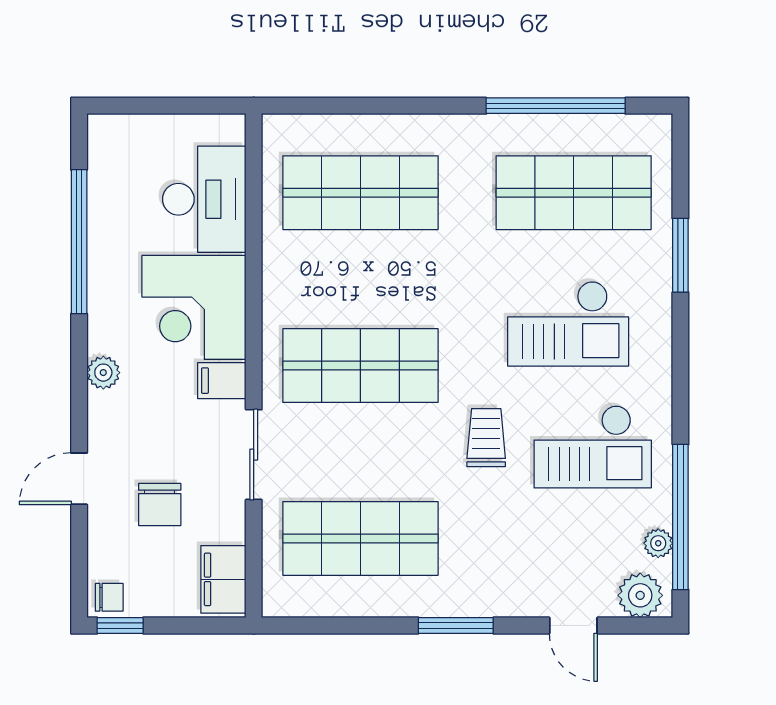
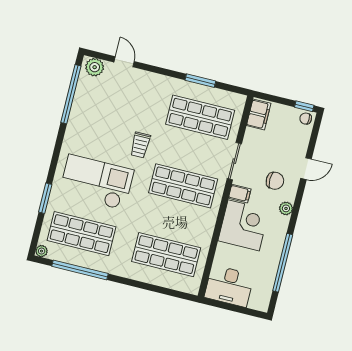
desk: (204, 199) -> (229, 286), moved, turned -90
checkout: (568, 324) -> (97, 182), width x1.36, depth x1.21
checkout: (593, 447) -> (99, 131), removed
chair: (160, 505) -> (275, 181), moved, turned 90
plant: (658, 543) -> (42, 251), moved
window: (456, 625) -> (200, 81), moved

